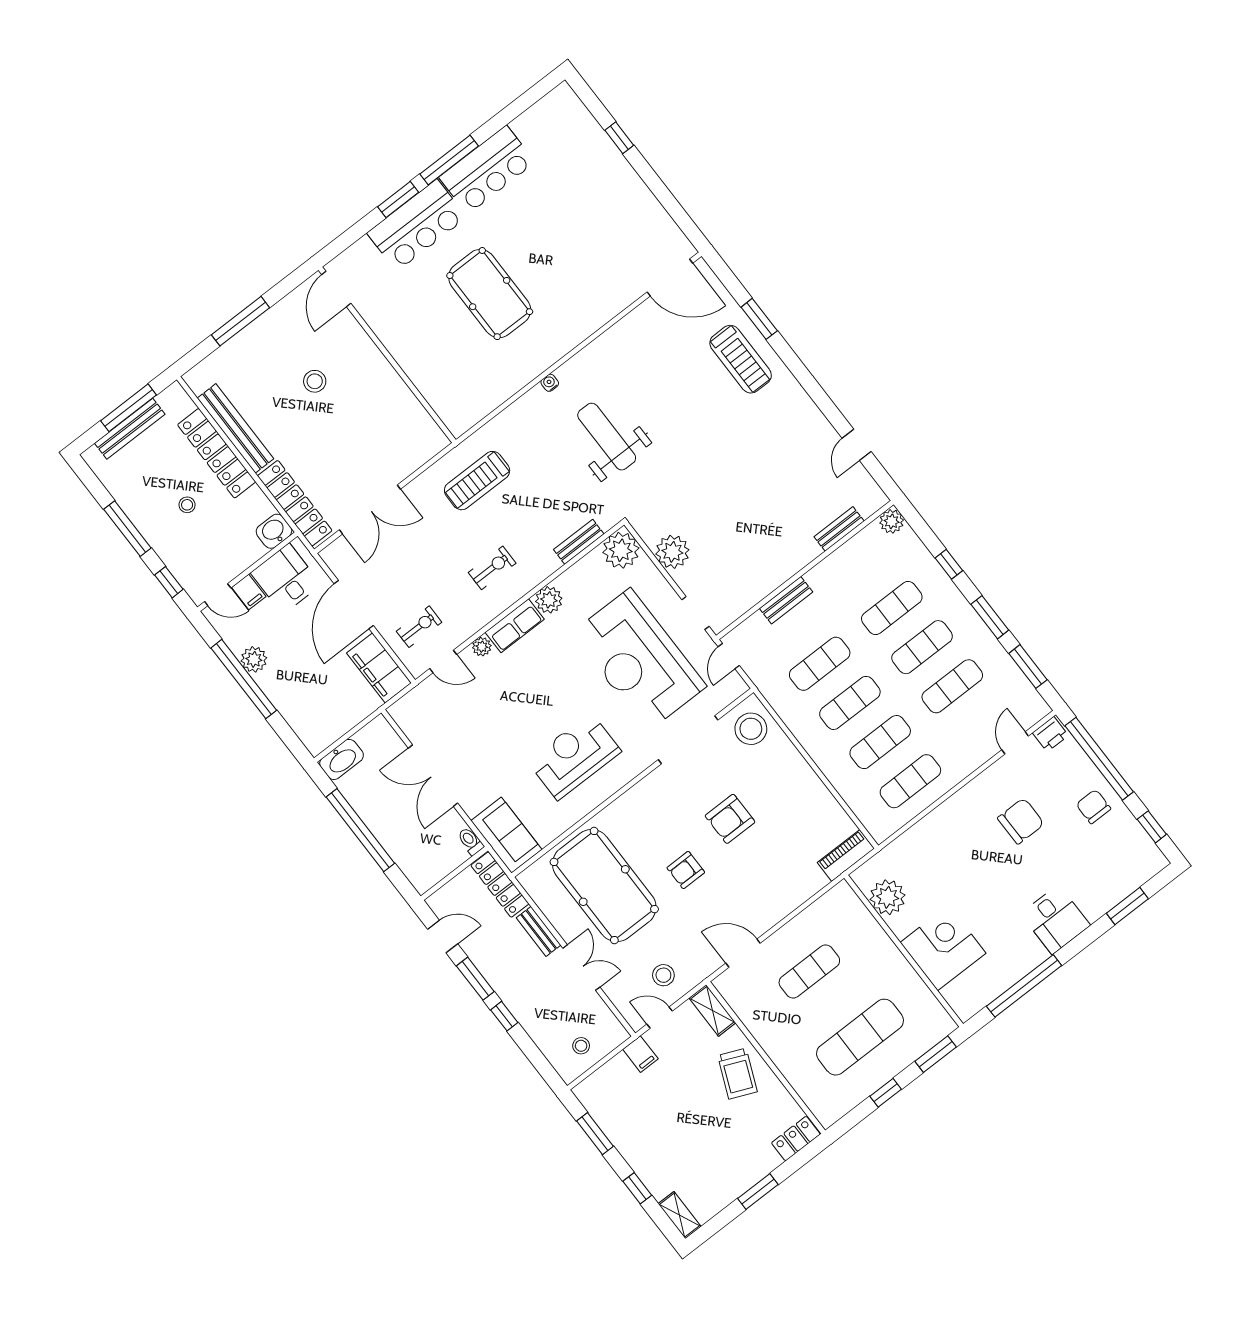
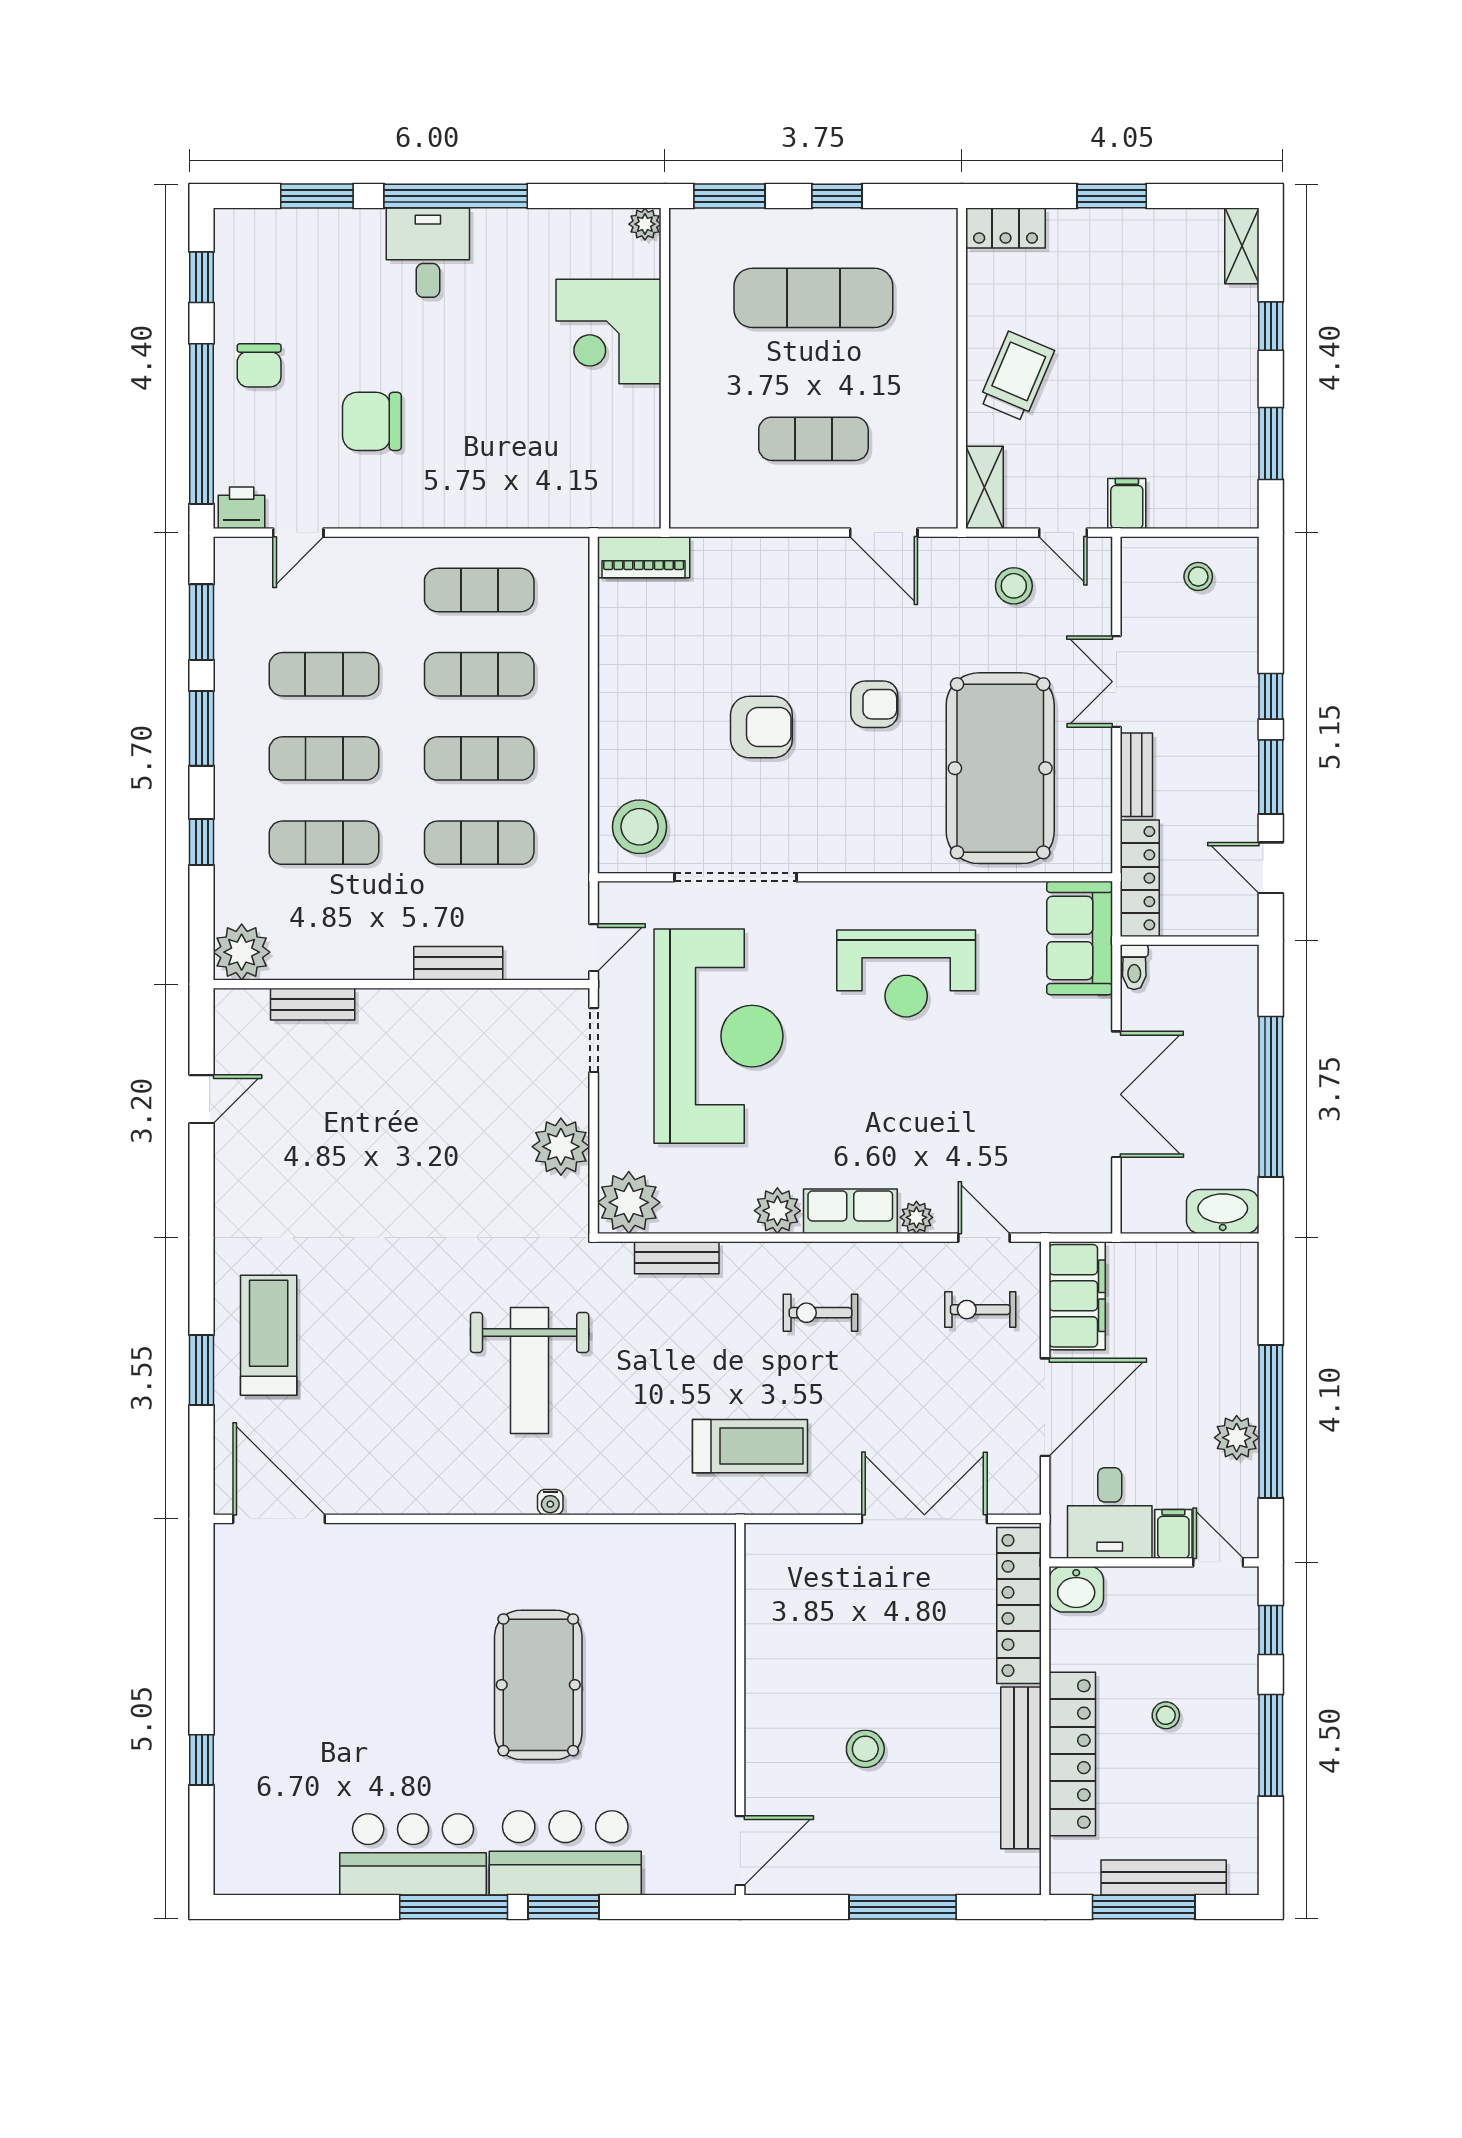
plant: (892, 521) -> (242, 952), width x1.36, depth x1.36
plant: (888, 897) -> (645, 224), moved, width x0.53, depth x0.53
window: (1024, 986) -> (456, 196), moved

